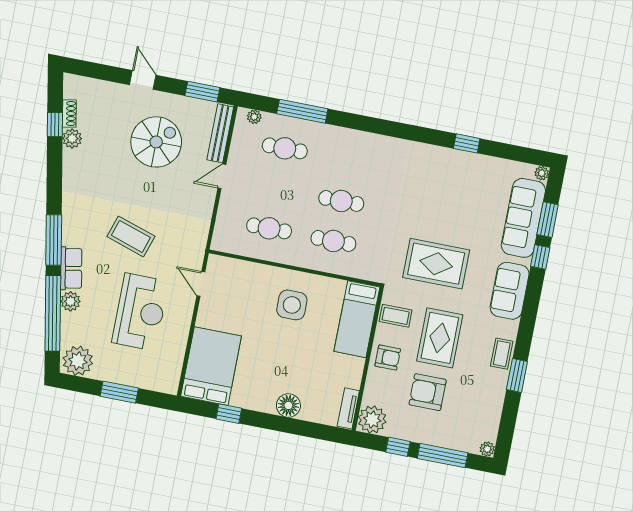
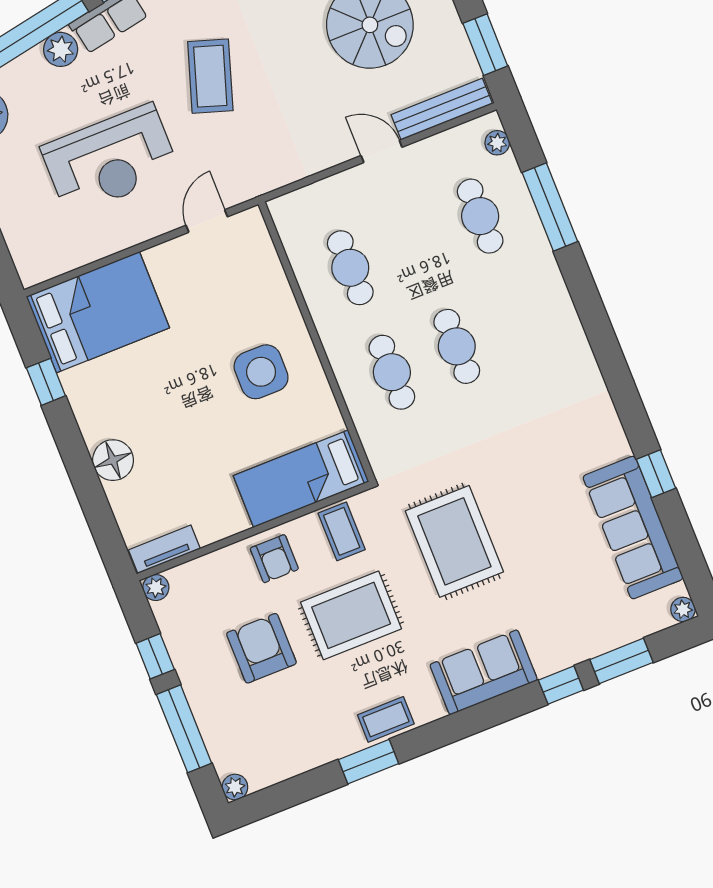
sofa: (523, 218) -> (633, 528), moved, turned -90
plant: (372, 419) -> (156, 588), width x0.53, depth x0.53

